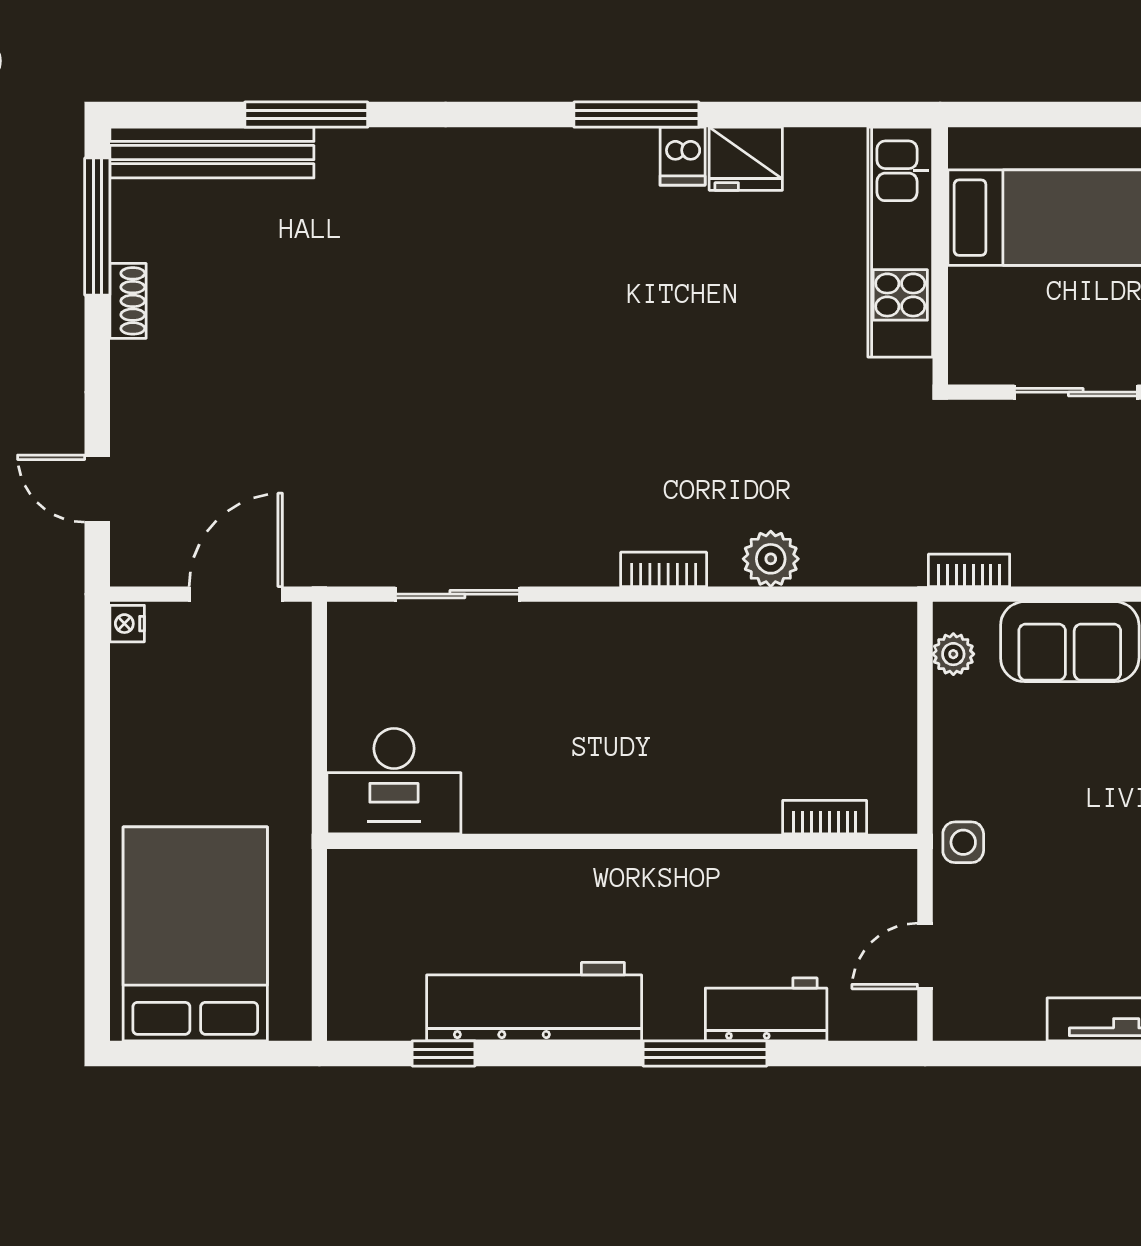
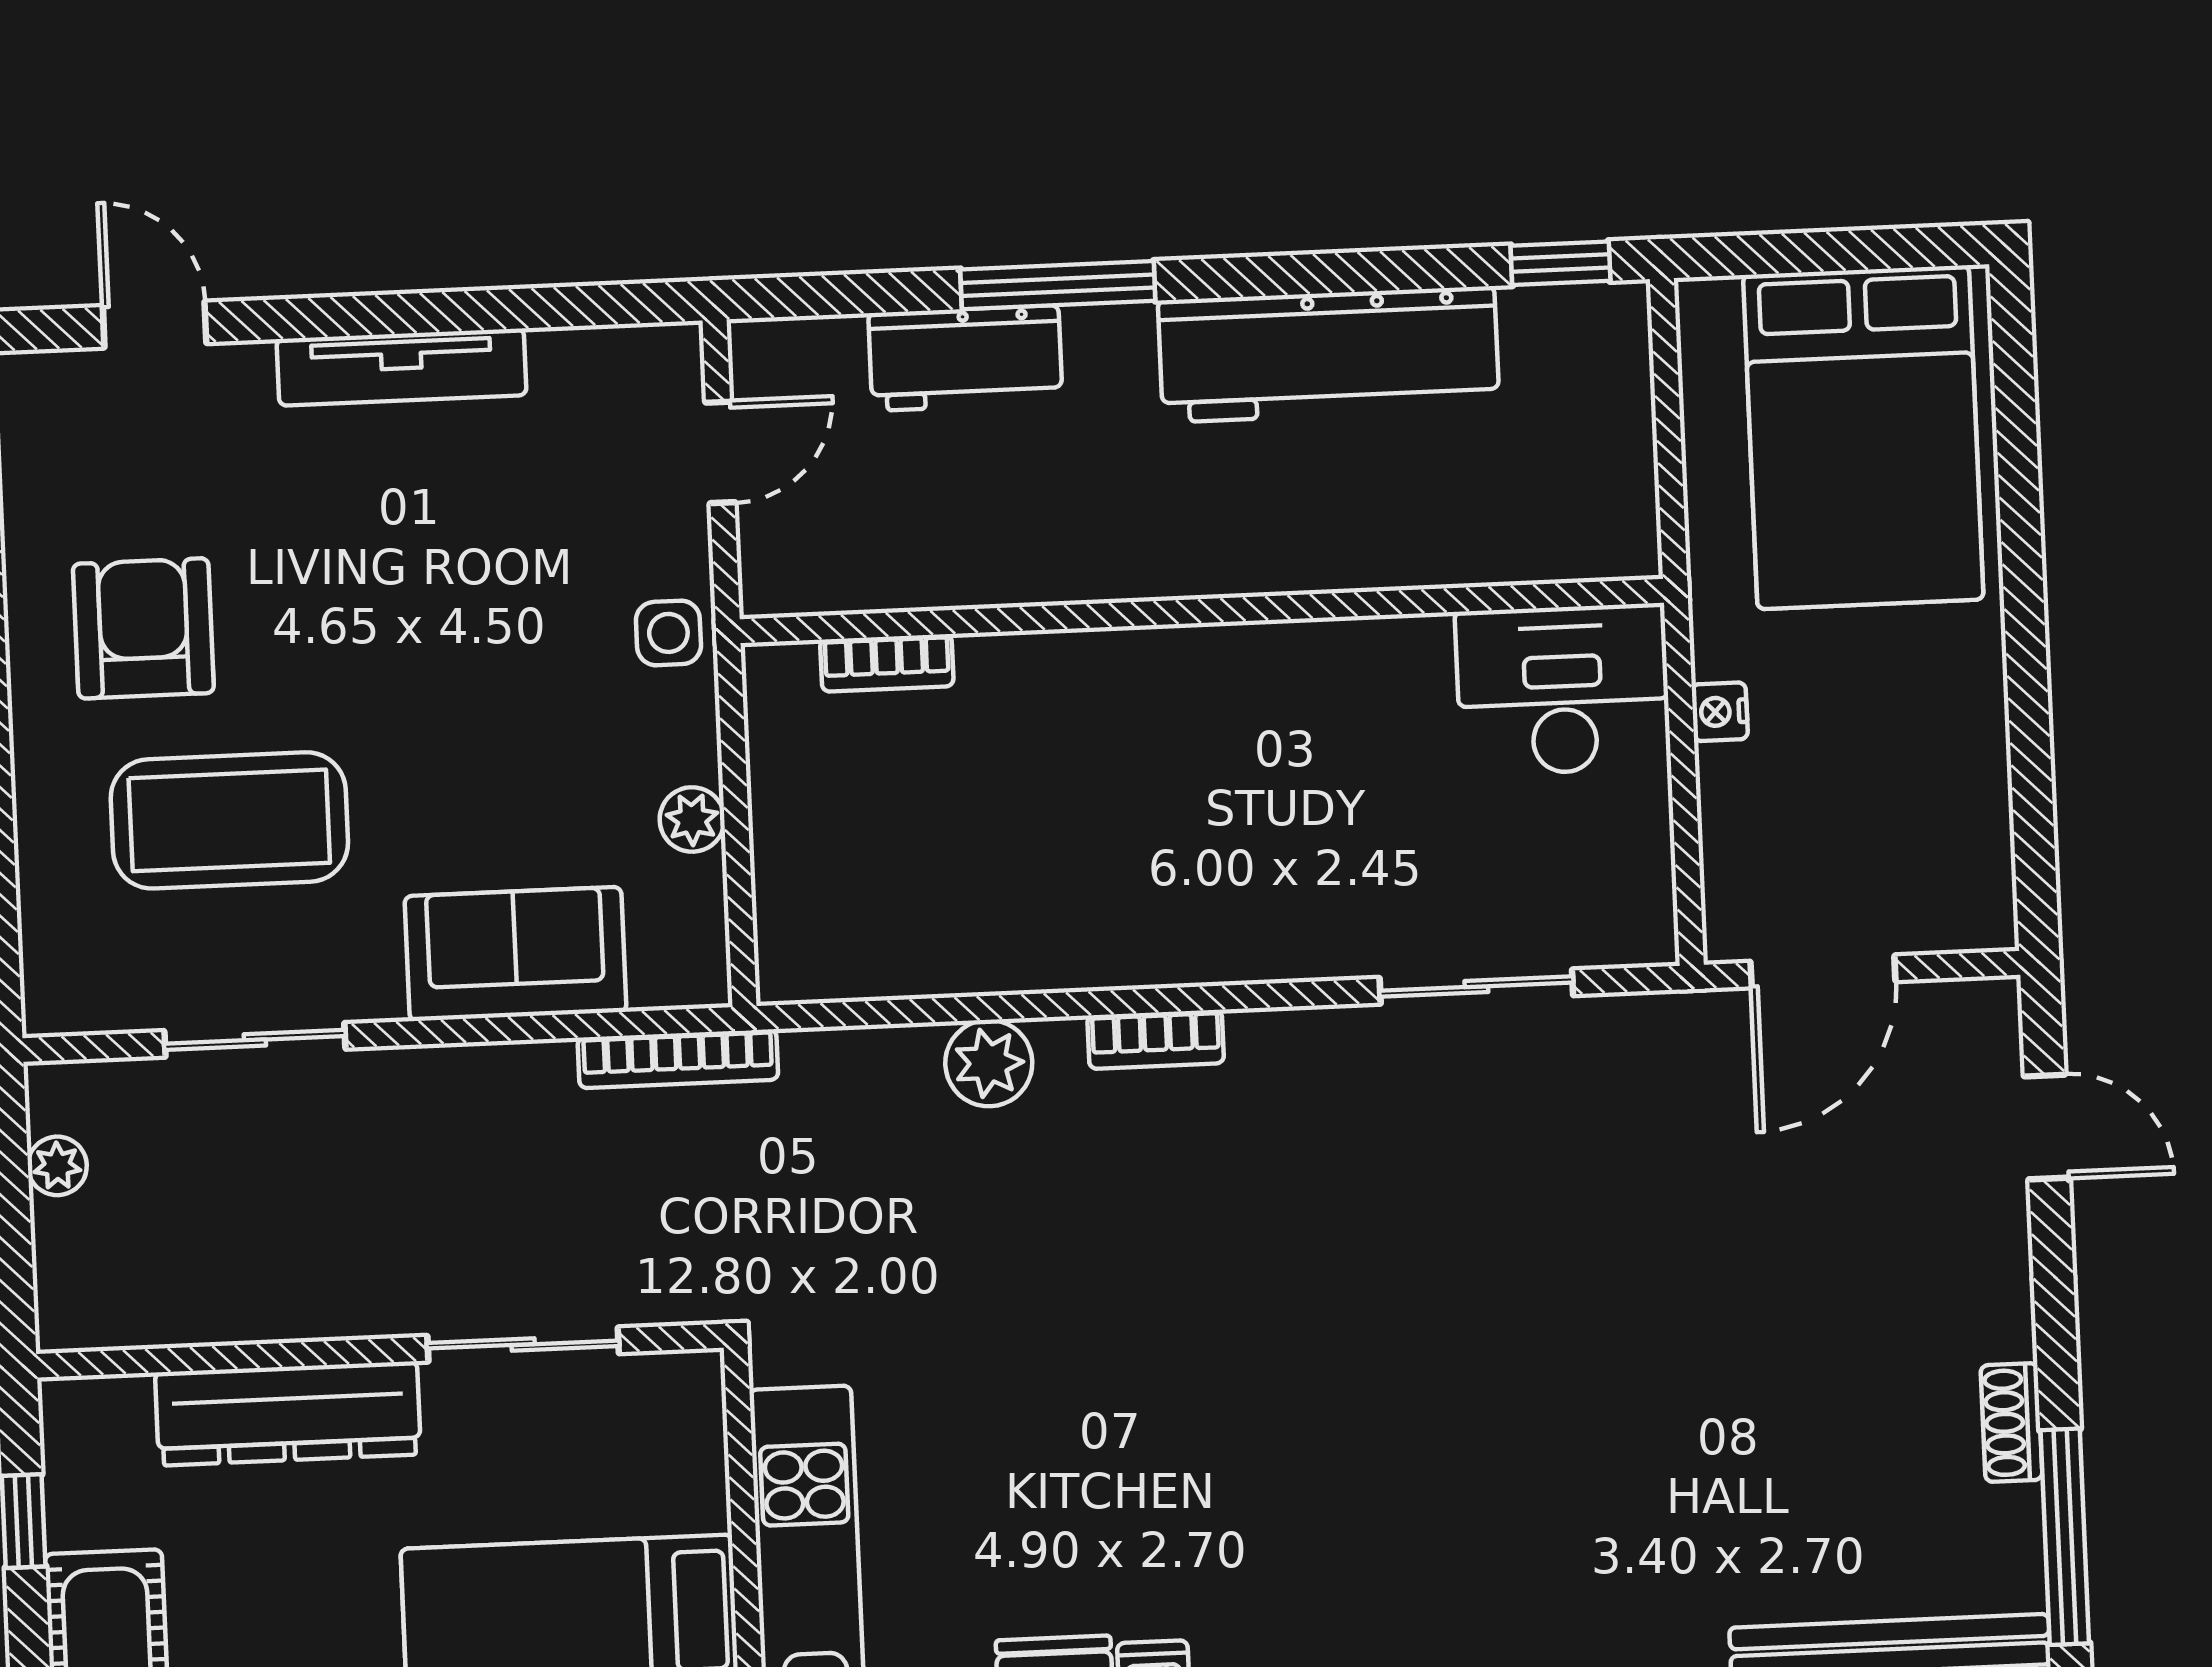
bookcase: (969, 570) -> (678, 1059), width x1.56
nightstand: (127, 624) -> (1720, 712), moved, turned 180
plant: (953, 654) -> (692, 819), moved
window: (444, 1053) -> (1560, 263), moved

